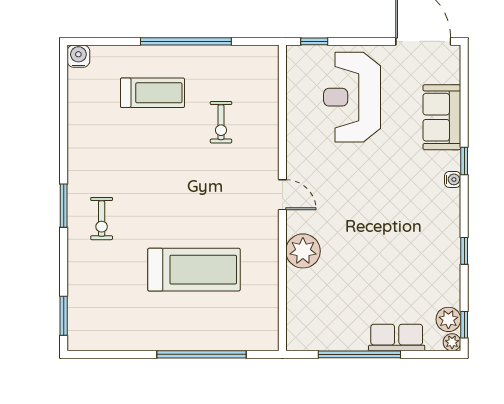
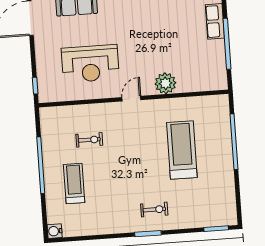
reception desk: (352, 97) -> (90, 64), moved

